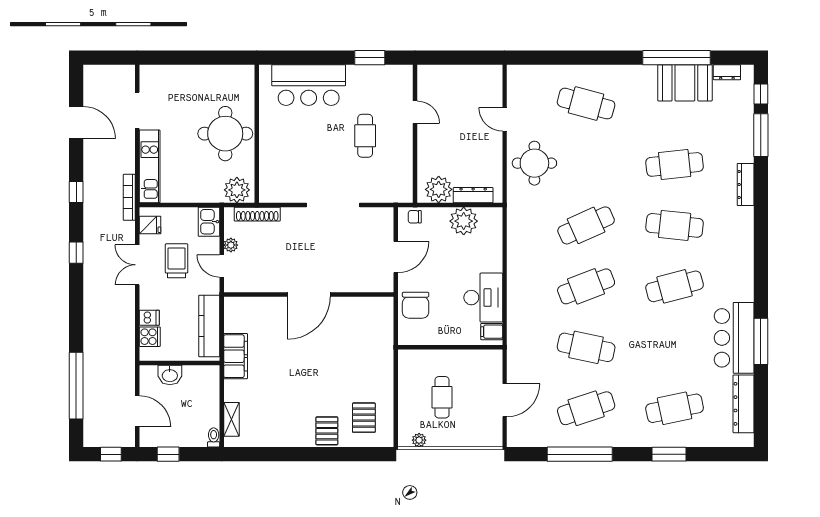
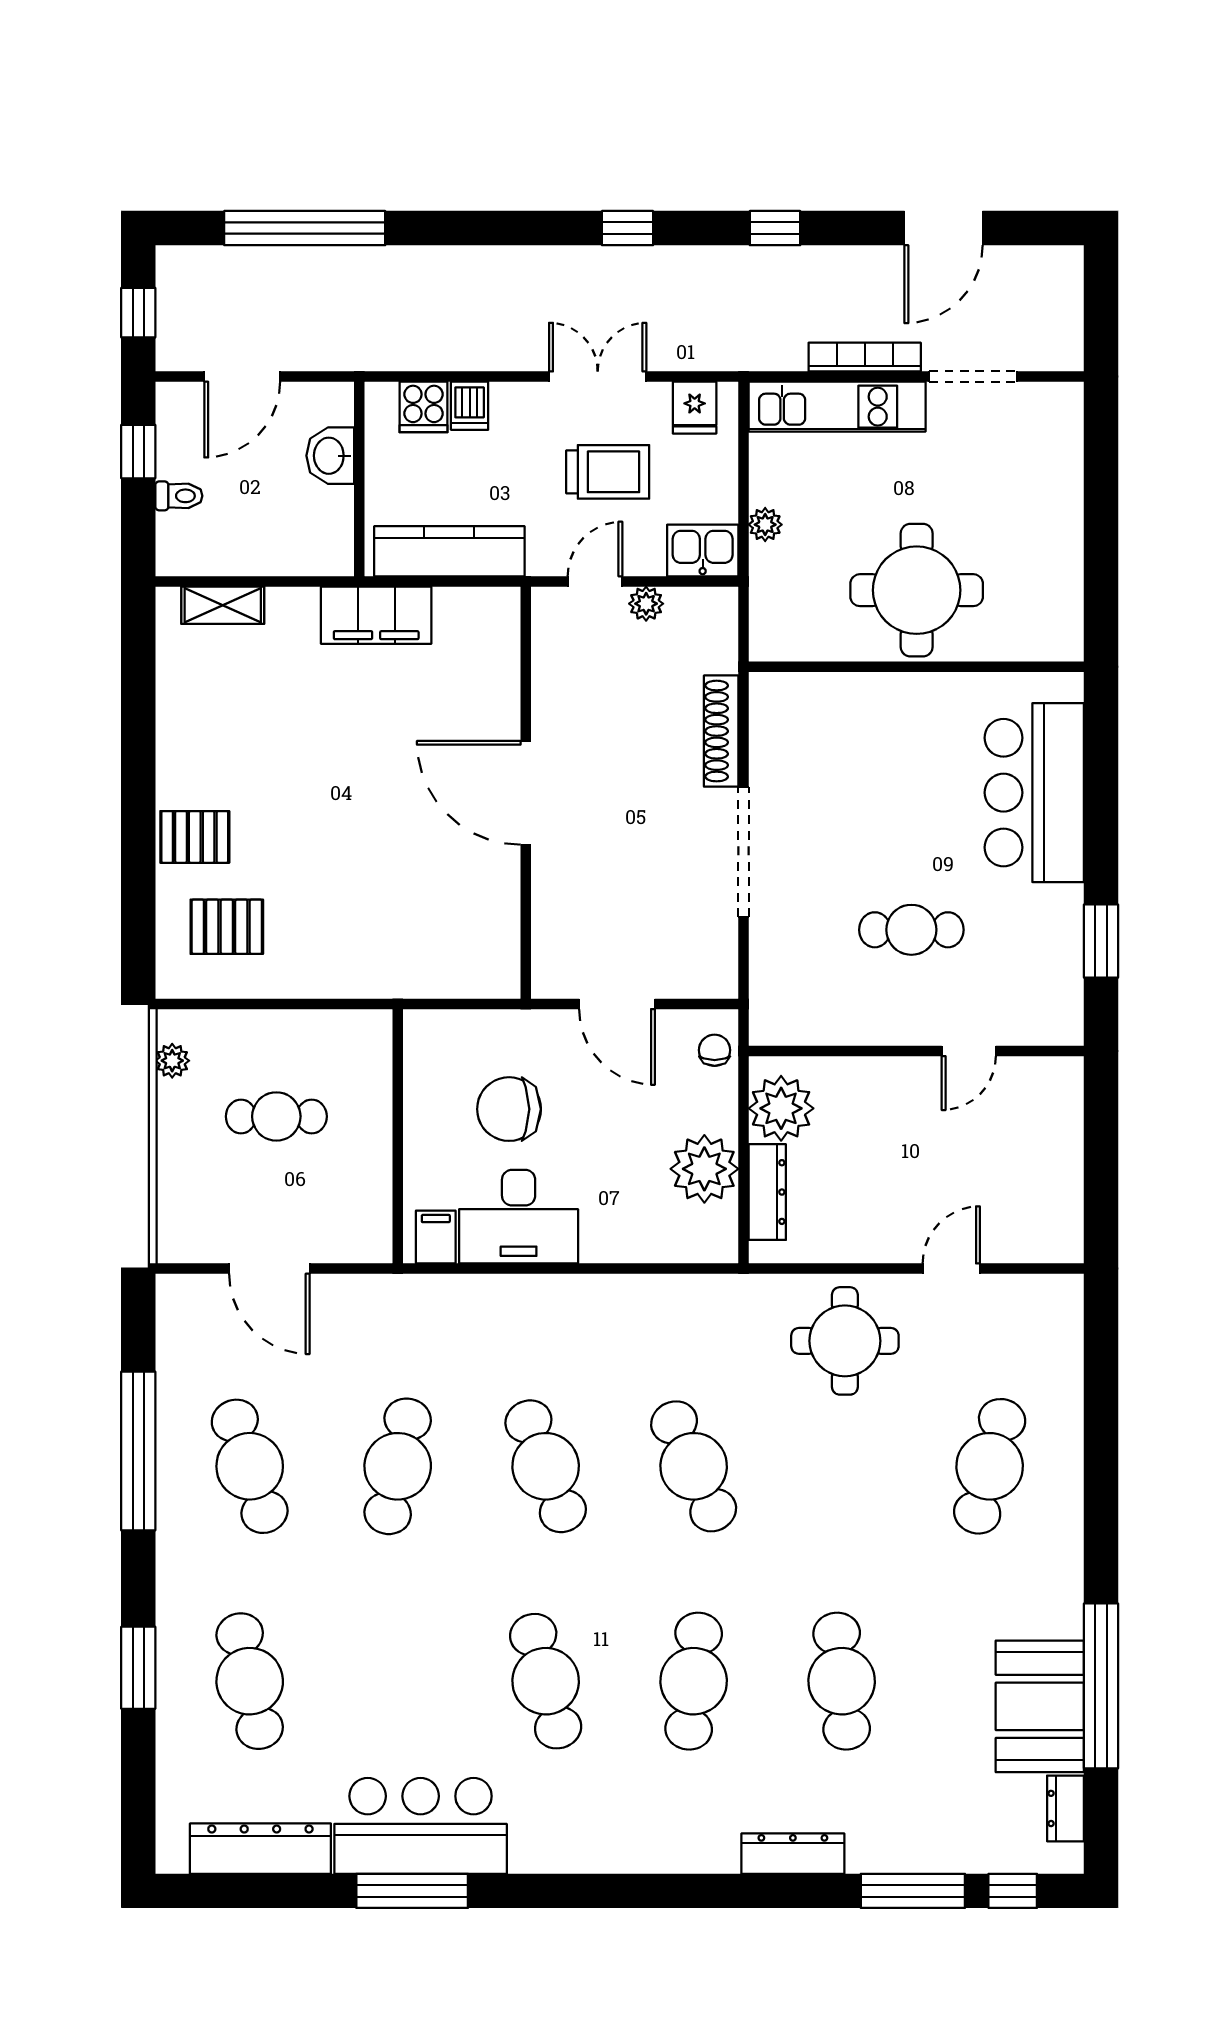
plant: (237, 190) -> (765, 525), moved, width x0.53, depth x0.53
bookcase: (129, 197) -> (865, 357), moved
shoe rack: (257, 214) -> (721, 731), moved
chair: (416, 305) -> (509, 1109), moved
toilet: (214, 437) -> (179, 496), moved

